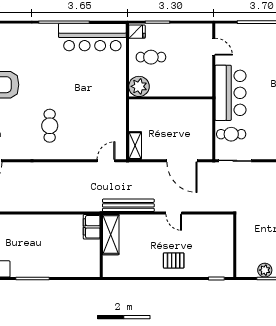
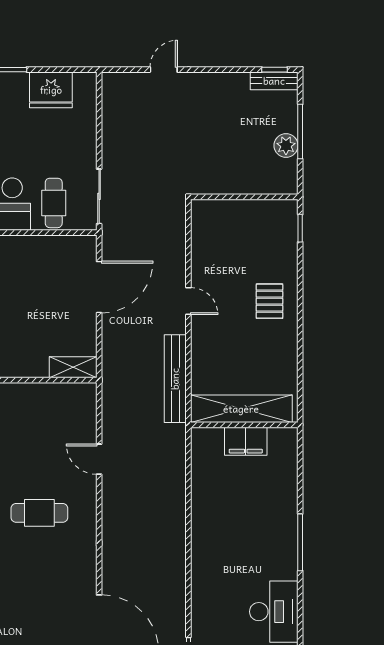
door: (106, 161) -> (99, 459), moved
door: (174, 213) -> (188, 301), hinge flipped
filing cabinet: (92, 227) -> (246, 441), moved
shelving: (111, 235) -> (241, 409), width x1.47

